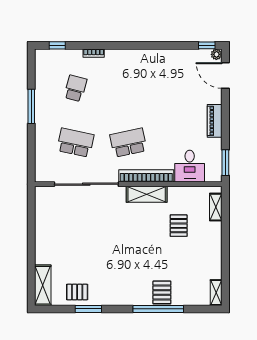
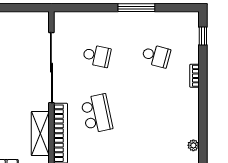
plant: (157, 54) -> (193, 145), added
school desk: (75, 143) -> (97, 56), width x0.54

